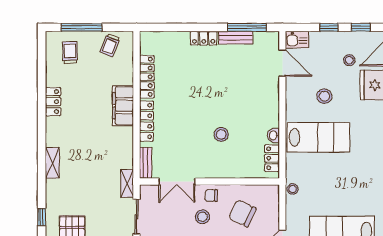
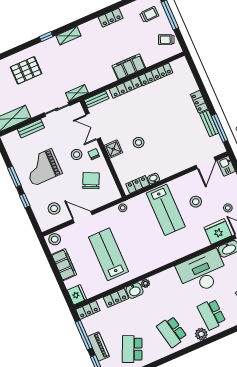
shower: (216, 169) -> (113, 149), added
window: (42, 217) -> (46, 37), moved

